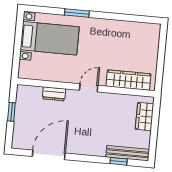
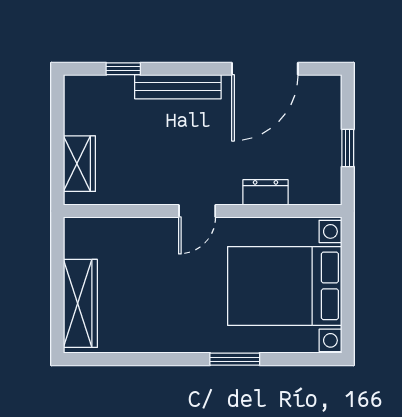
bed with nightstands: (50, 38) -> (285, 286), width x1.36
wardrobe: (128, 80) -> (80, 303), moved, turned -90
bench: (128, 153) -> (178, 87), moved

